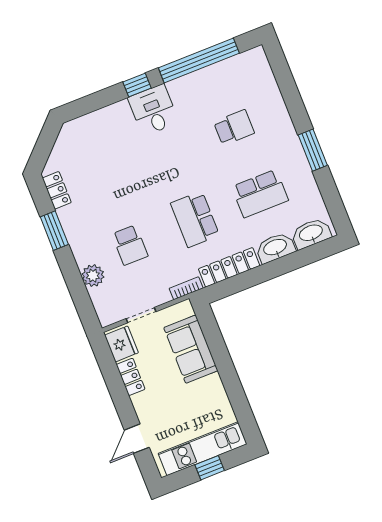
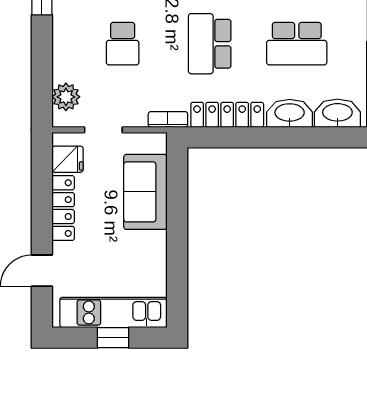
plant: (93, 276) -> (66, 97), moved
fridge: (121, 344) -> (68, 159), width x0.72
locker: (131, 377) -> (63, 208), width x1.53

